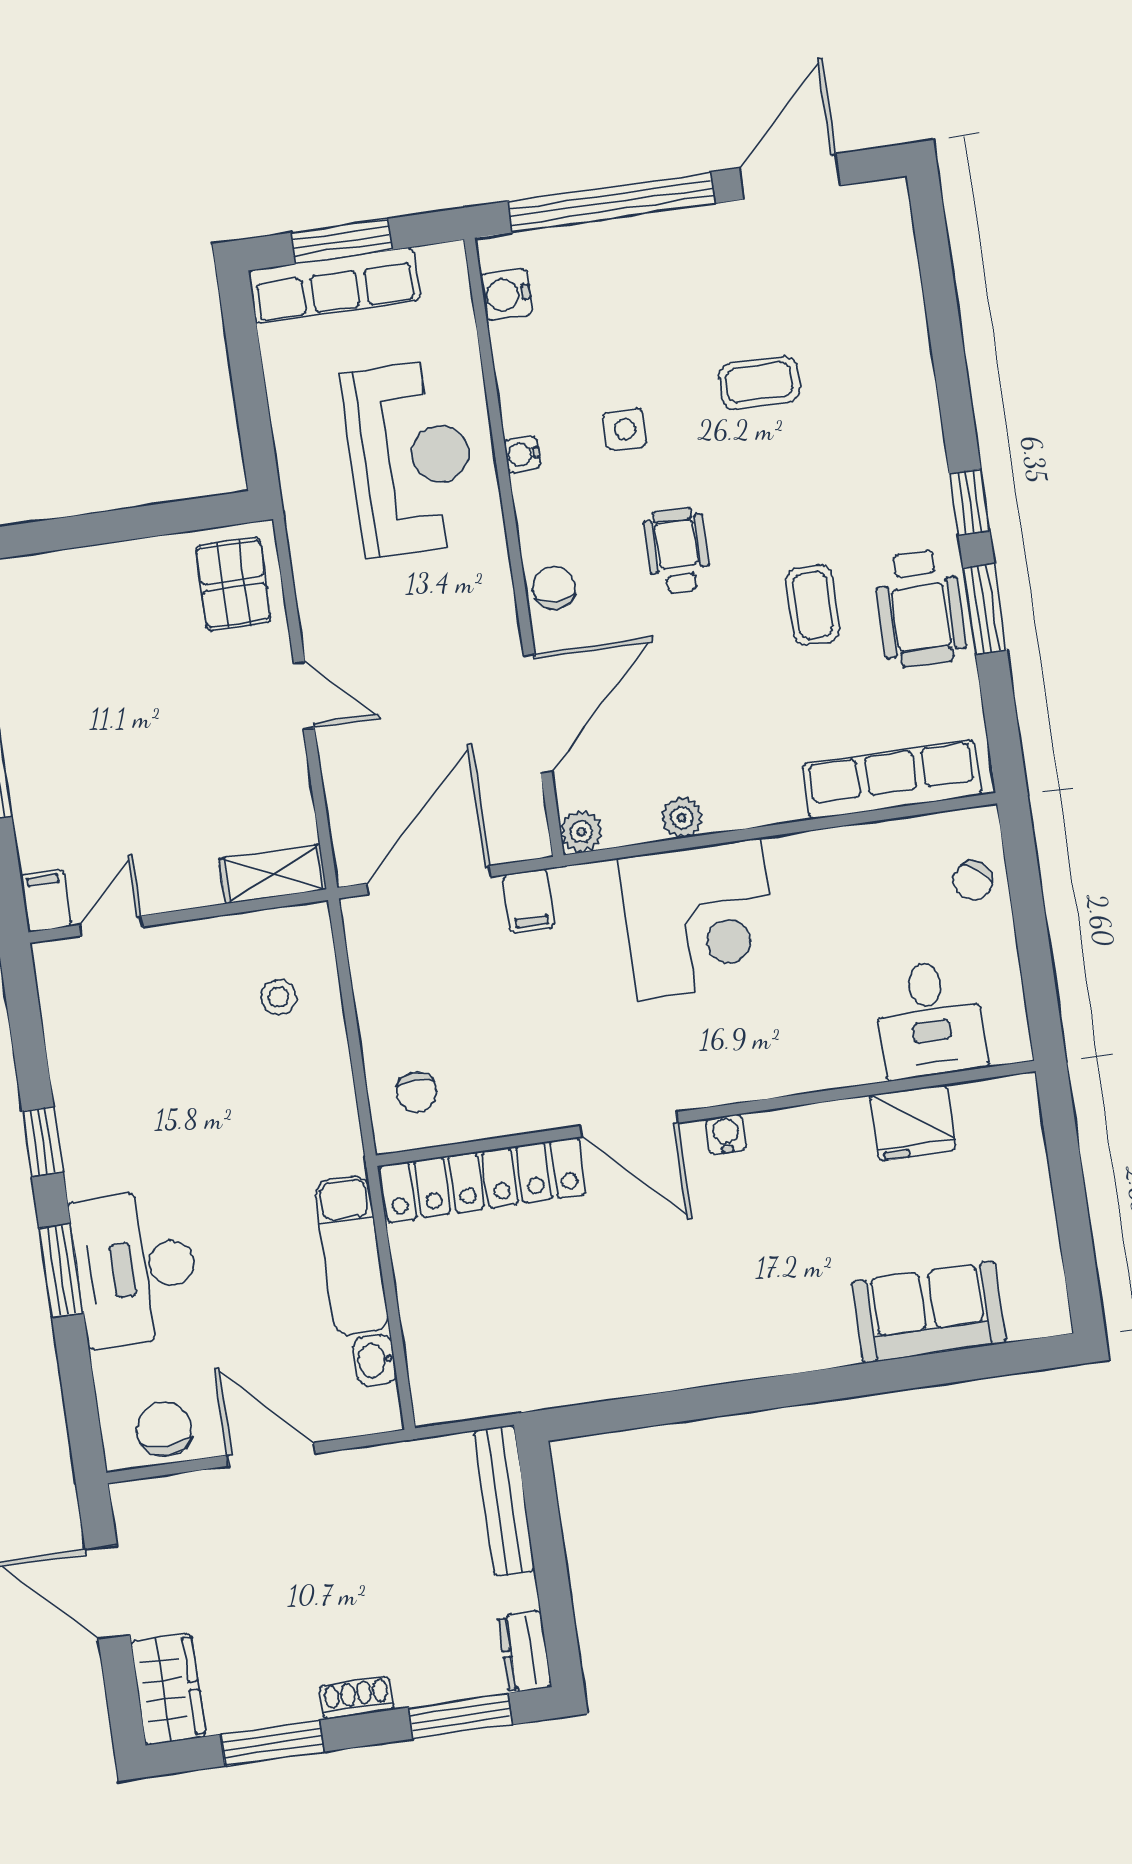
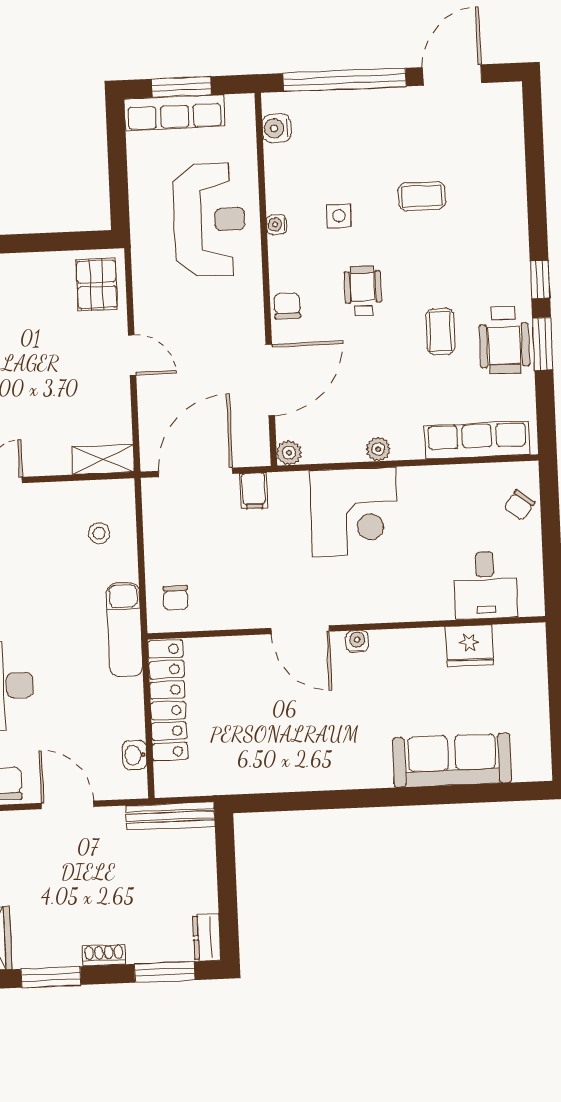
plant: (682, 818) -> (378, 449), moved
locker: (483, 1180) -> (168, 700), moved, turned -90
exam couch: (352, 1255) -> (125, 630), moved
sofa: (929, 1312) -> (452, 760), width x1.36
bench: (504, 1501) -> (170, 816), moved, turned 90

